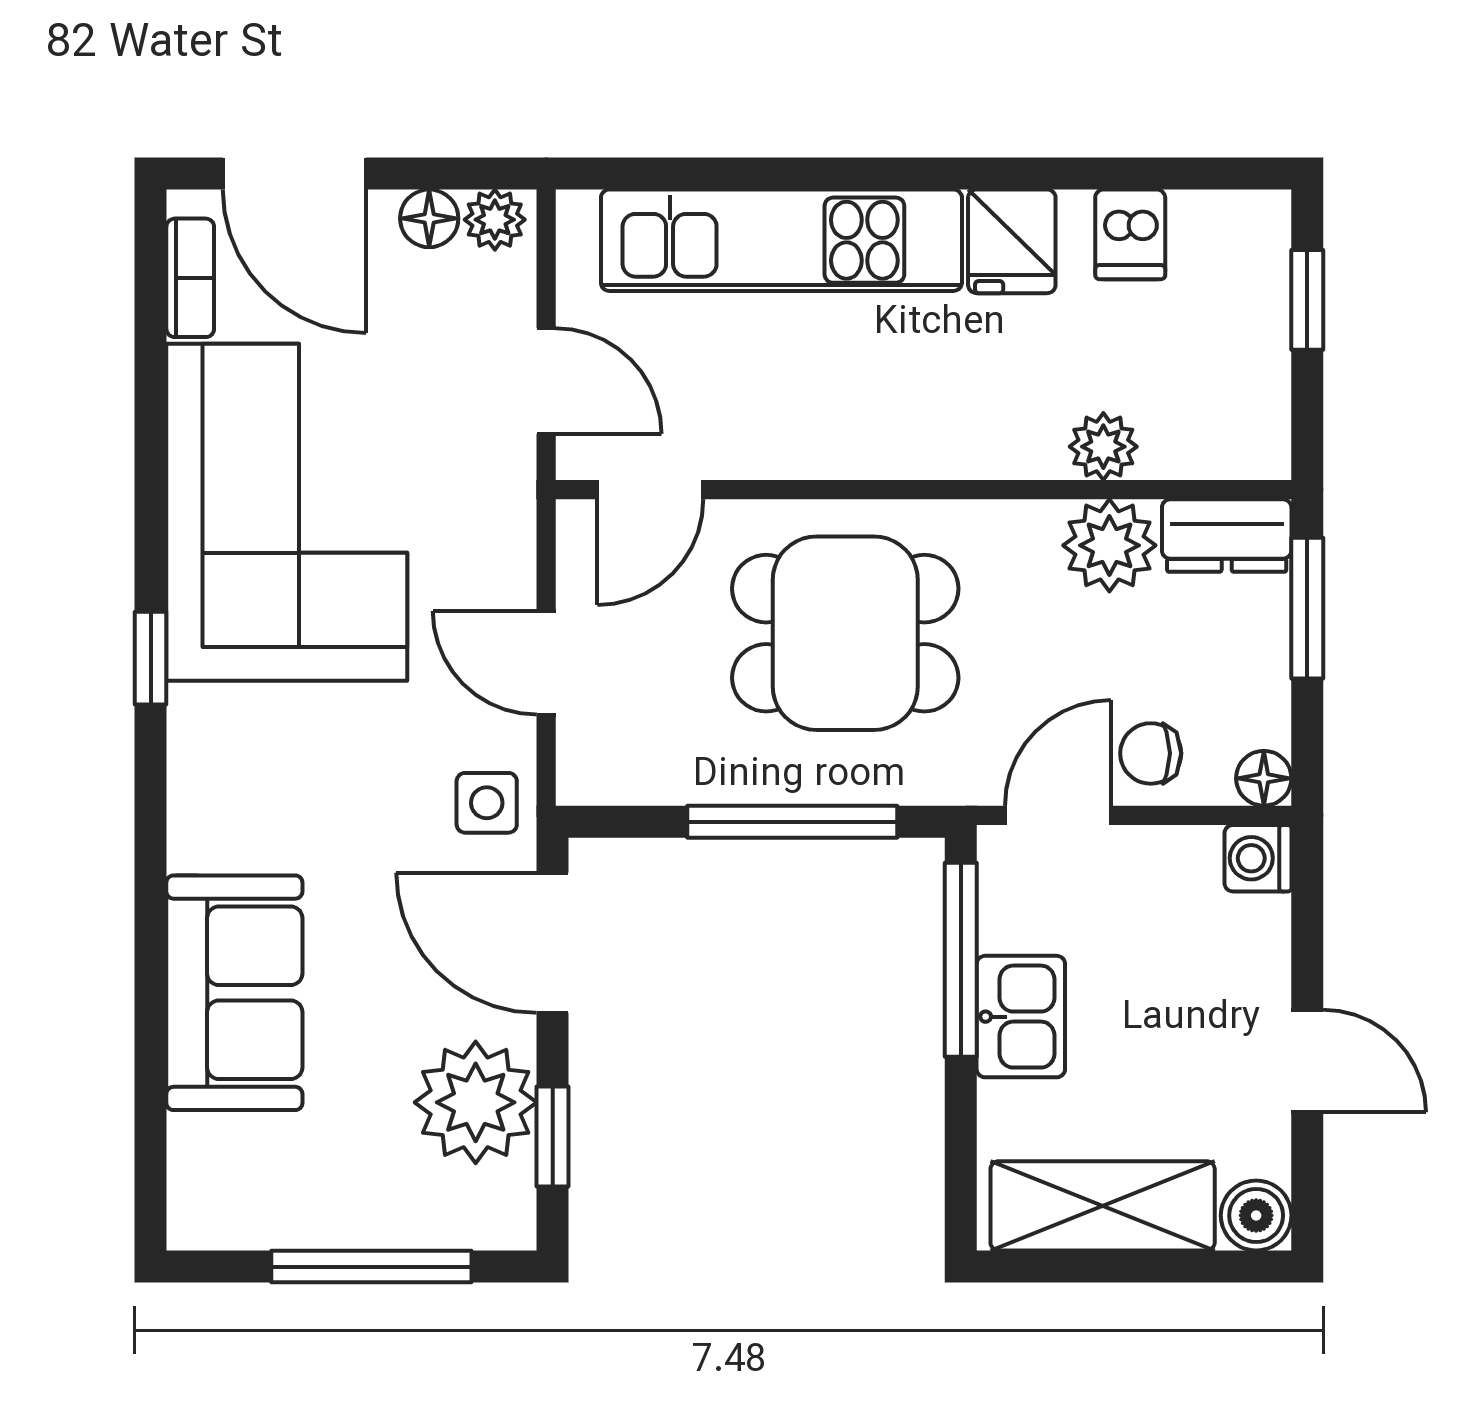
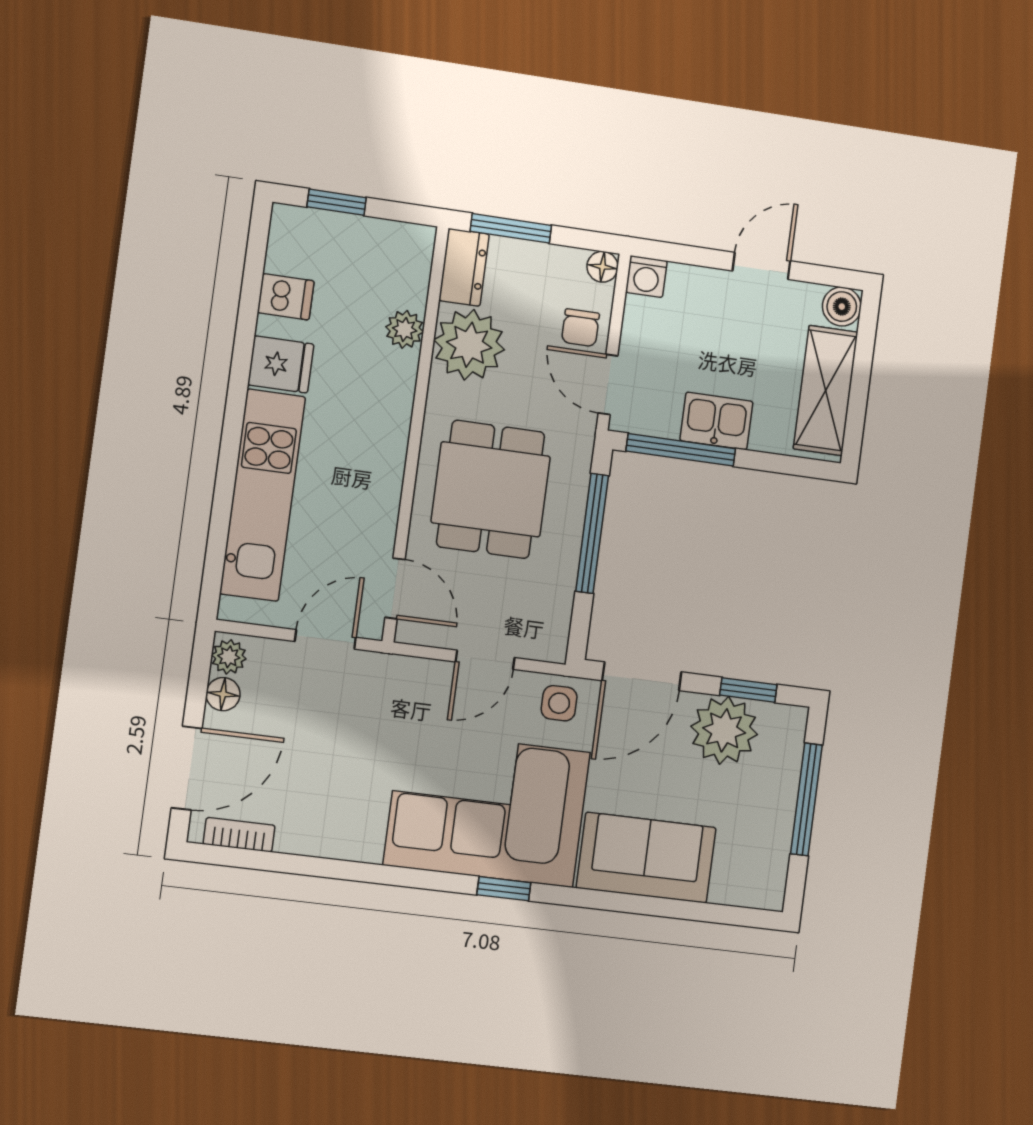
corner sofa: (287, 512) -> (487, 809), moved
plant: (1109, 545) -> (469, 345), width x1.36, depth x1.36
window: (151, 658) -> (504, 889), moved

